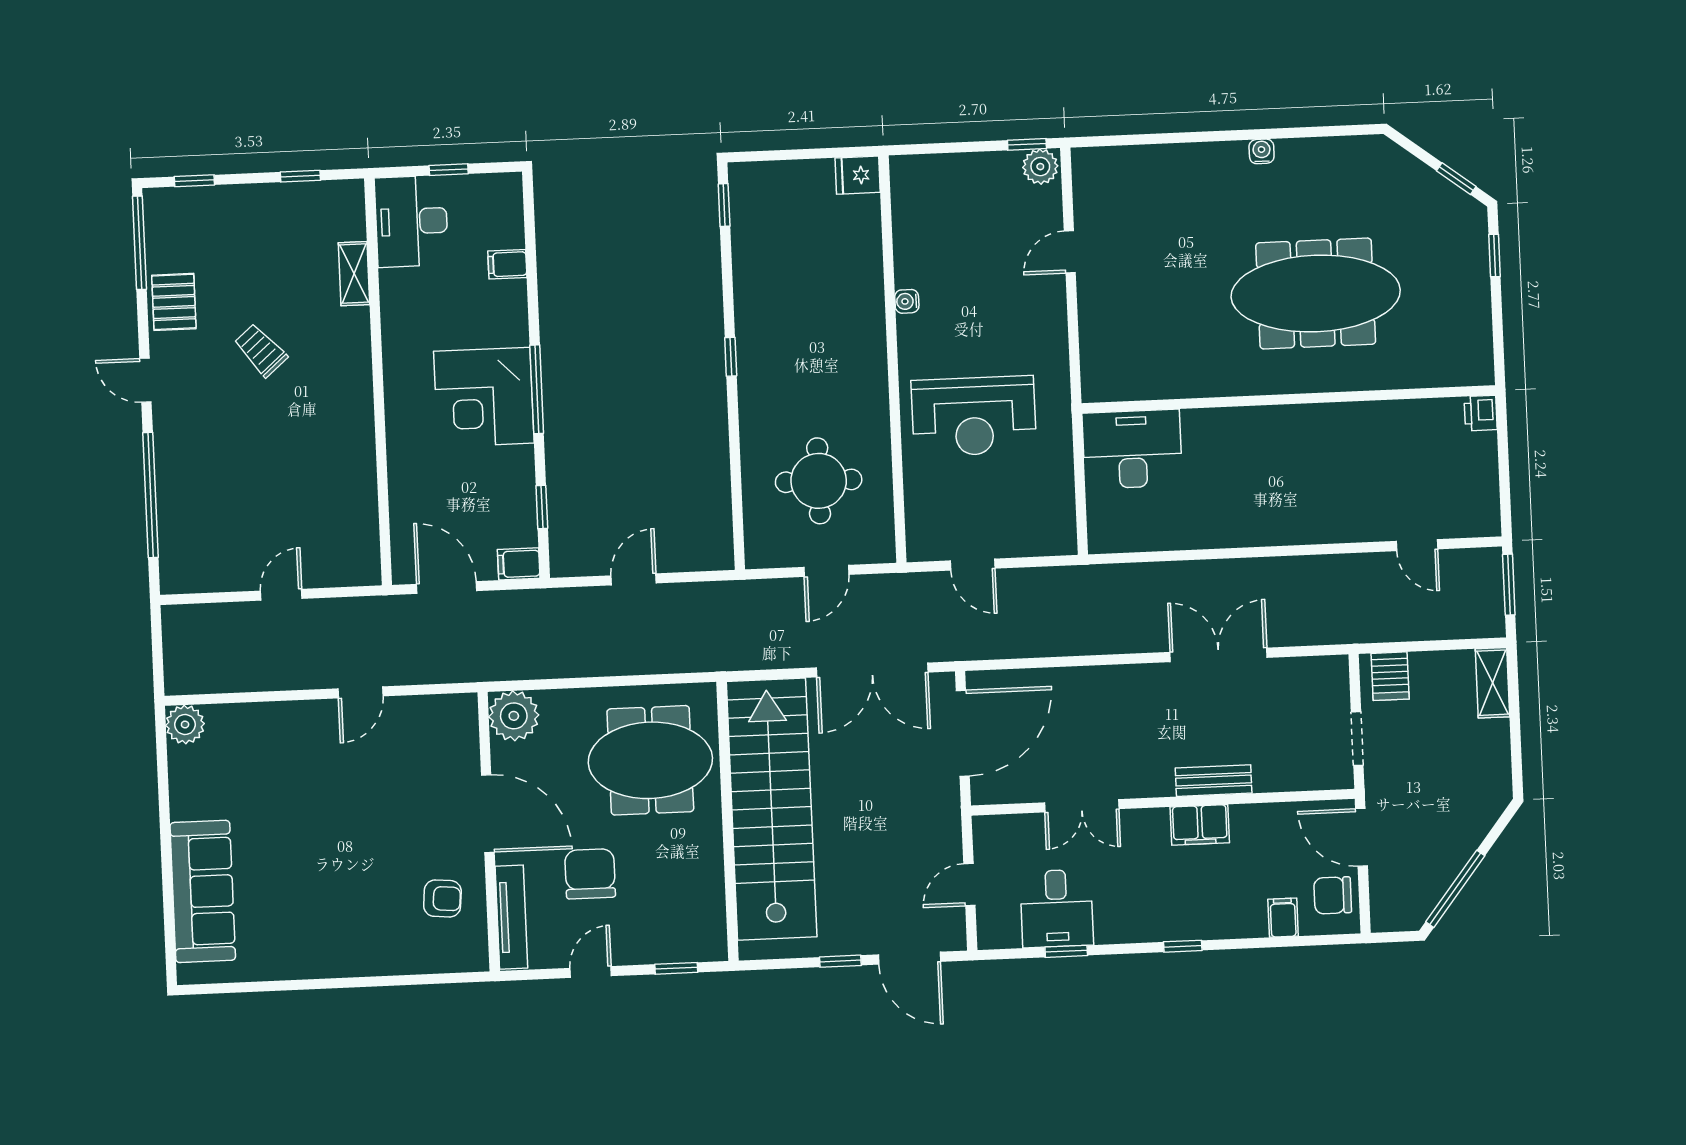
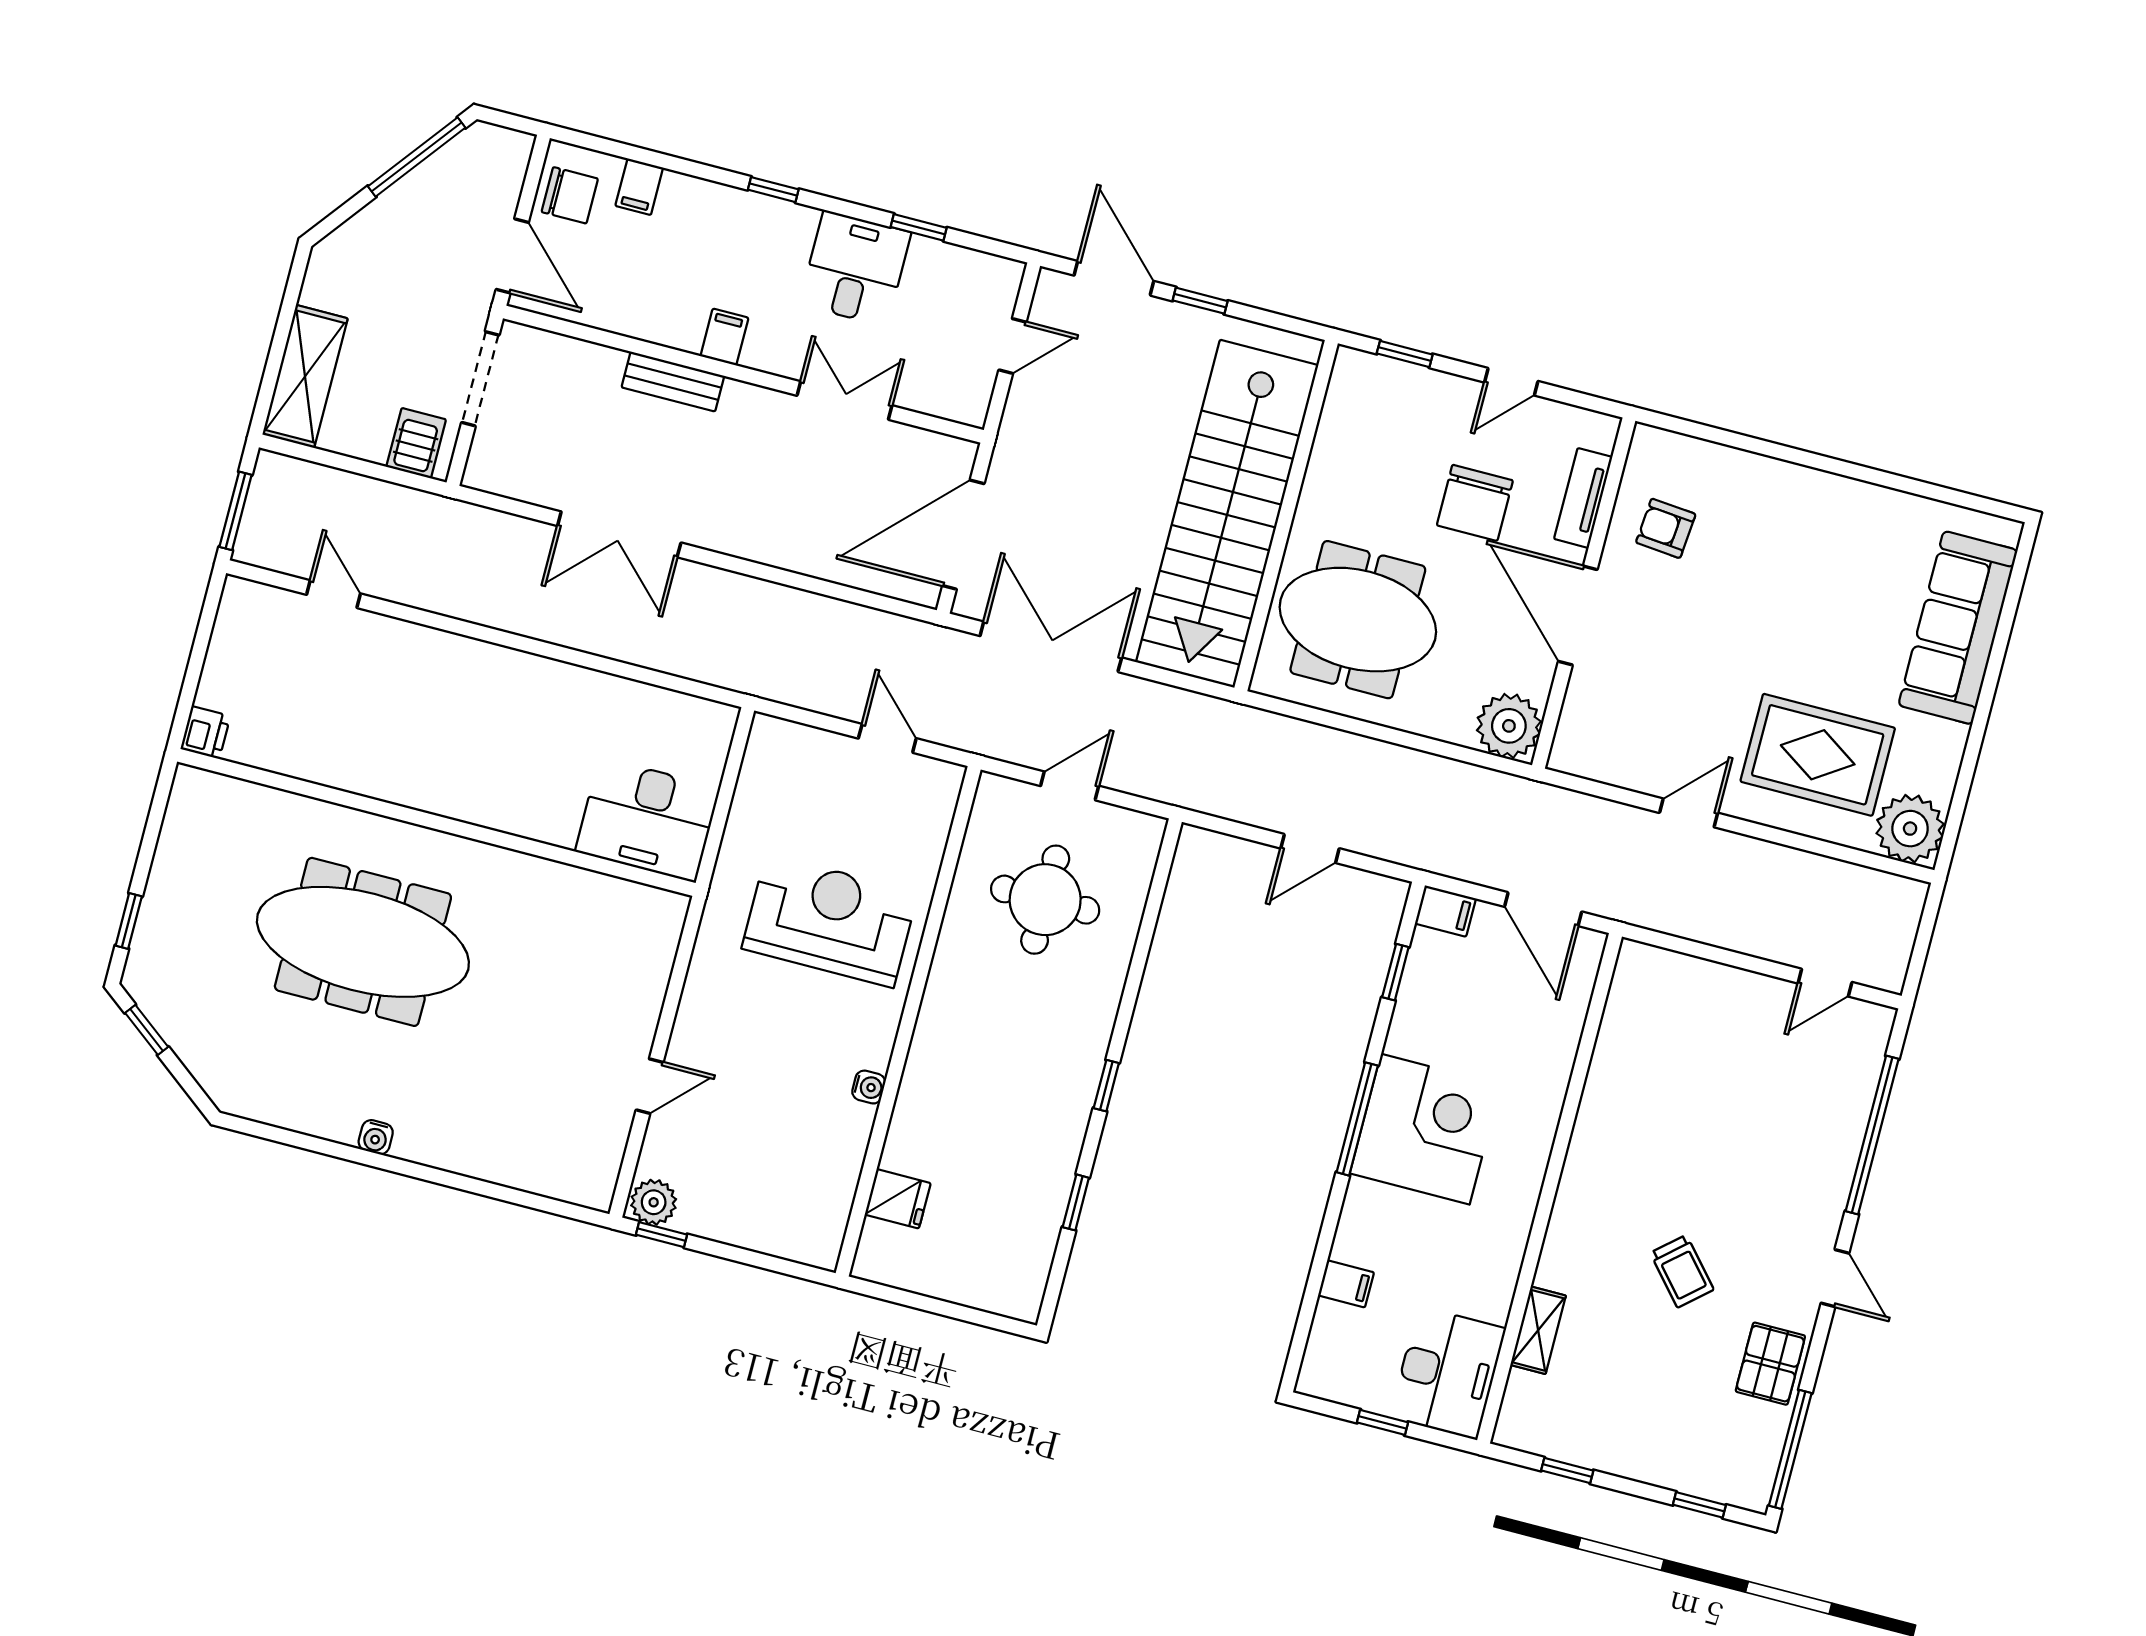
fridge: (858, 175) -> (898, 1199), moved
window: (724, 205) -> (1076, 1202), moved
door: (281, 595) -> (1825, 983), moved
shelving: (1492, 683) -> (305, 376), width x1.50, depth x1.33
plant: (185, 725) -> (1910, 829), width x1.36, depth x1.36
doorway: (1357, 739) -> (480, 379), width x1.38
rug: (278, 765) -> (1818, 755), added
filing cabinet: (1200, 825) -> (724, 337), width x0.50
desk: (1057, 908) -> (855, 268), moved
tv unit: (511, 917) -> (1583, 498), width x0.71

